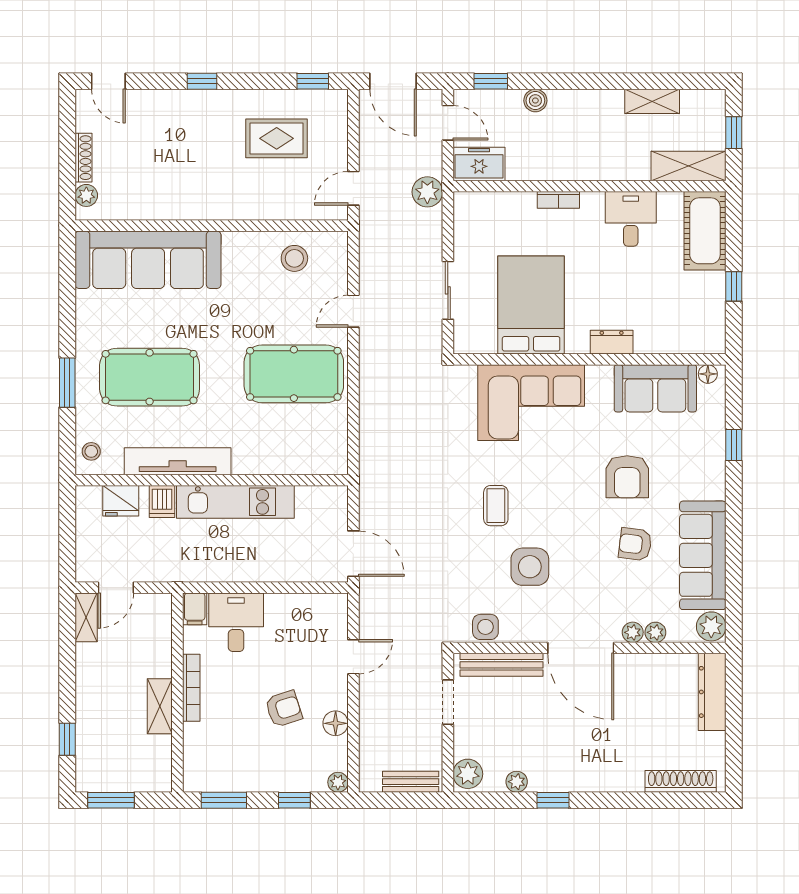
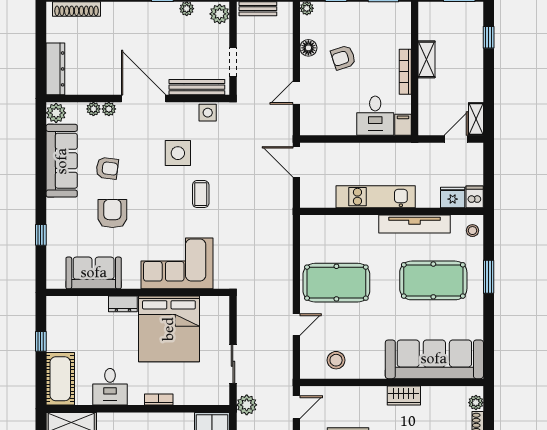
wardrobe: (193, 206) -> (404, 395), added
sliding door: (448, 290) -> (233, 364), moved
bed: (531, 305) -> (169, 329), width x1.36
floor lamp: (708, 374) -> (58, 283), removed
dishwasher: (162, 502) -> (475, 197), moved

